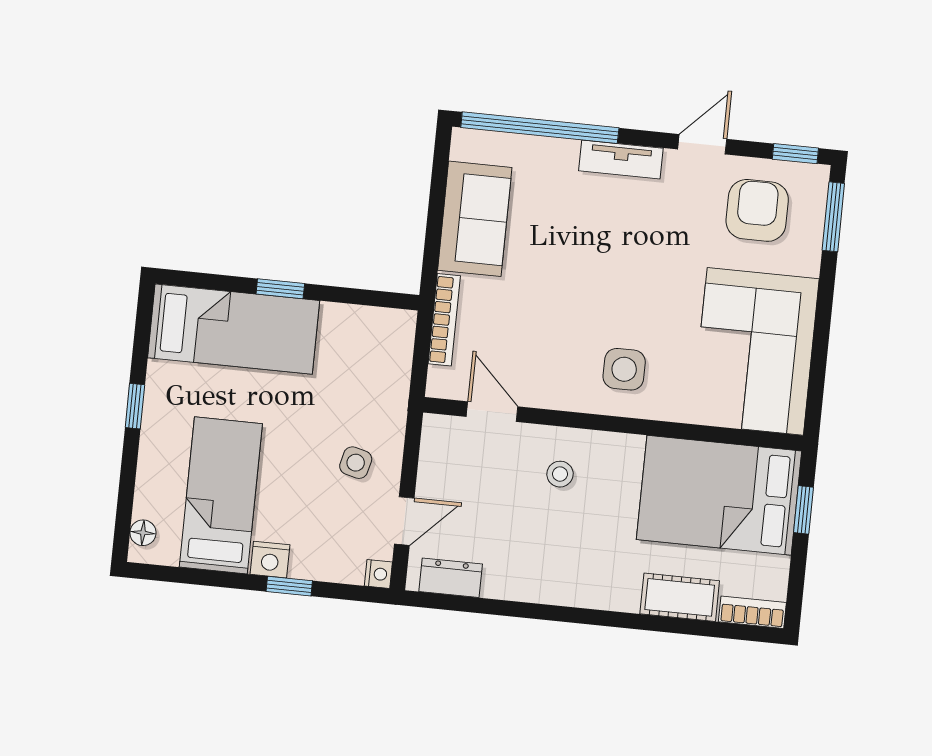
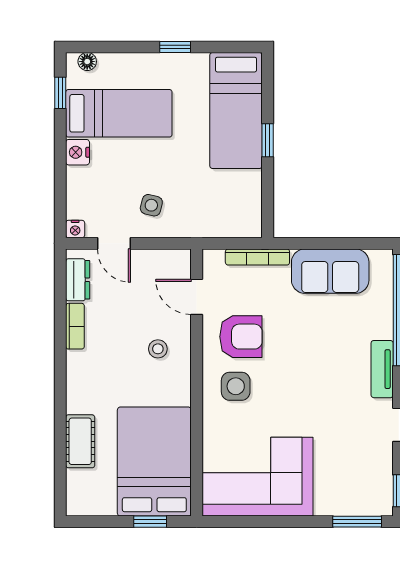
armchair: (757, 210) -> (241, 337), moved
door: (492, 412) -> (197, 297), swing flipped
window: (289, 586) -> (60, 93), moved
bookcase: (752, 612) -> (75, 326), moved

